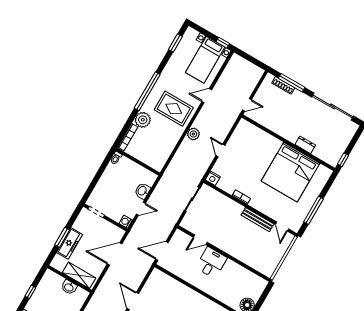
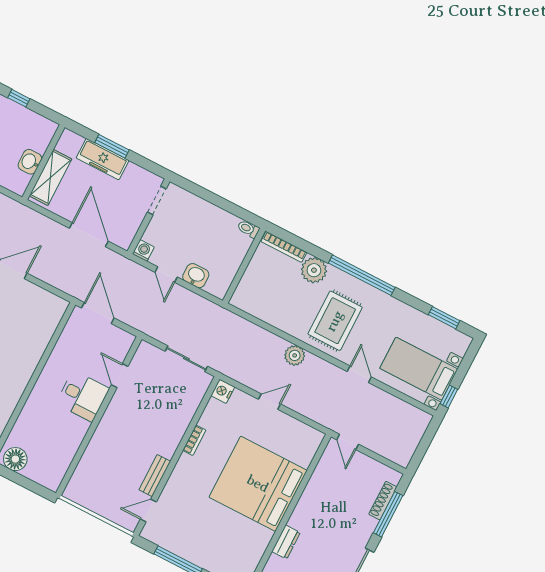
bed: (290, 172) -> (258, 484), moved
bench: (258, 220) -> (155, 476), width x0.73

